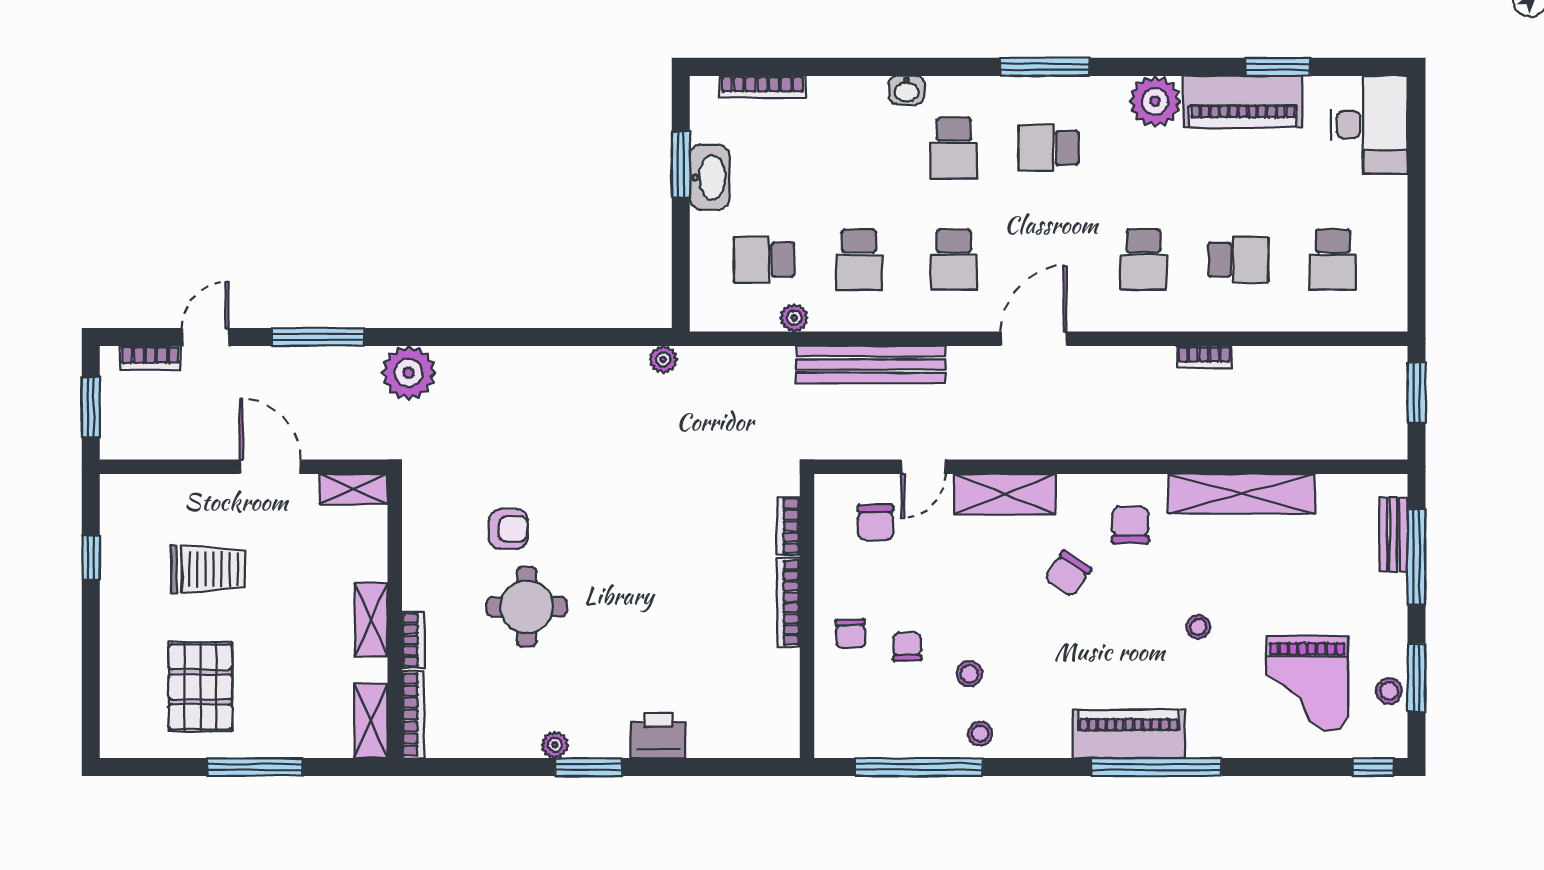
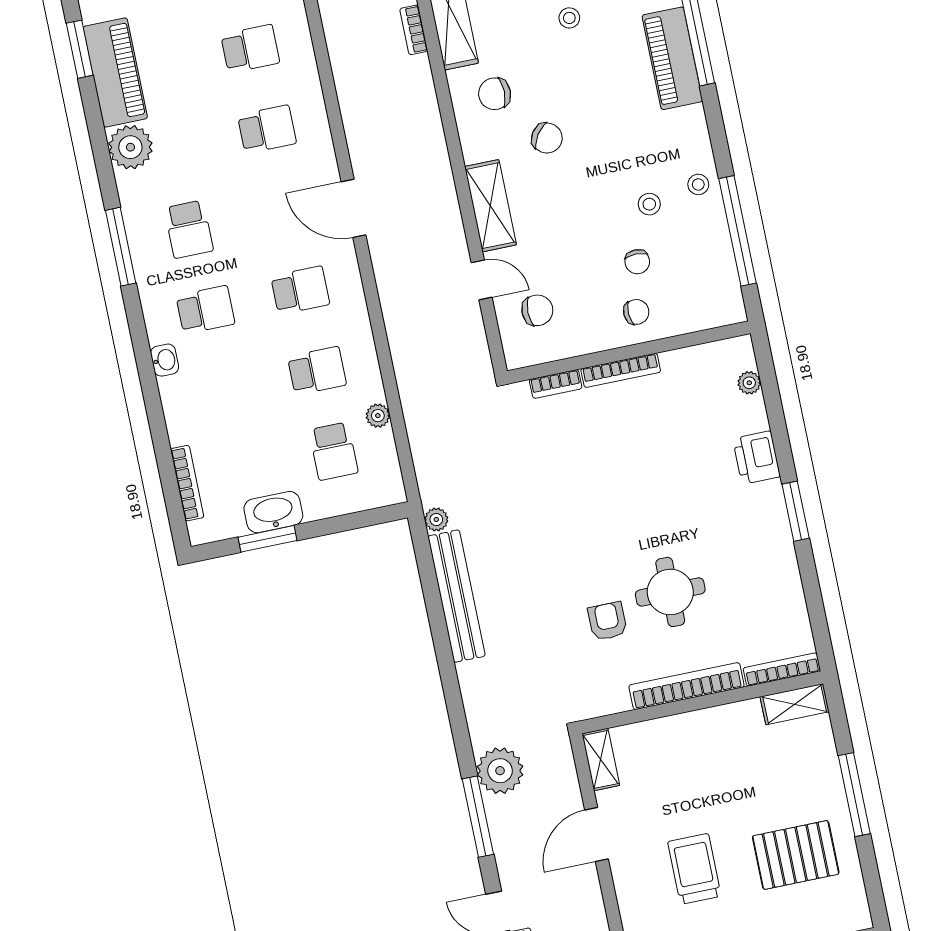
school desk: (1238, 260) -> (250, 49), turned 90
bookcase: (1204, 357) -> (414, 30), moved, turned 180
bench: (871, 364) -> (457, 596), moved
plant: (409, 373) -> (500, 771), moved
shelving: (371, 620) -> (708, 722), removed
bookcase: (413, 640) -> (687, 686), width x2.31, depth x1.31
chair: (907, 647) -> (637, 262), turned -89
plant: (555, 745) -> (749, 383), moved

